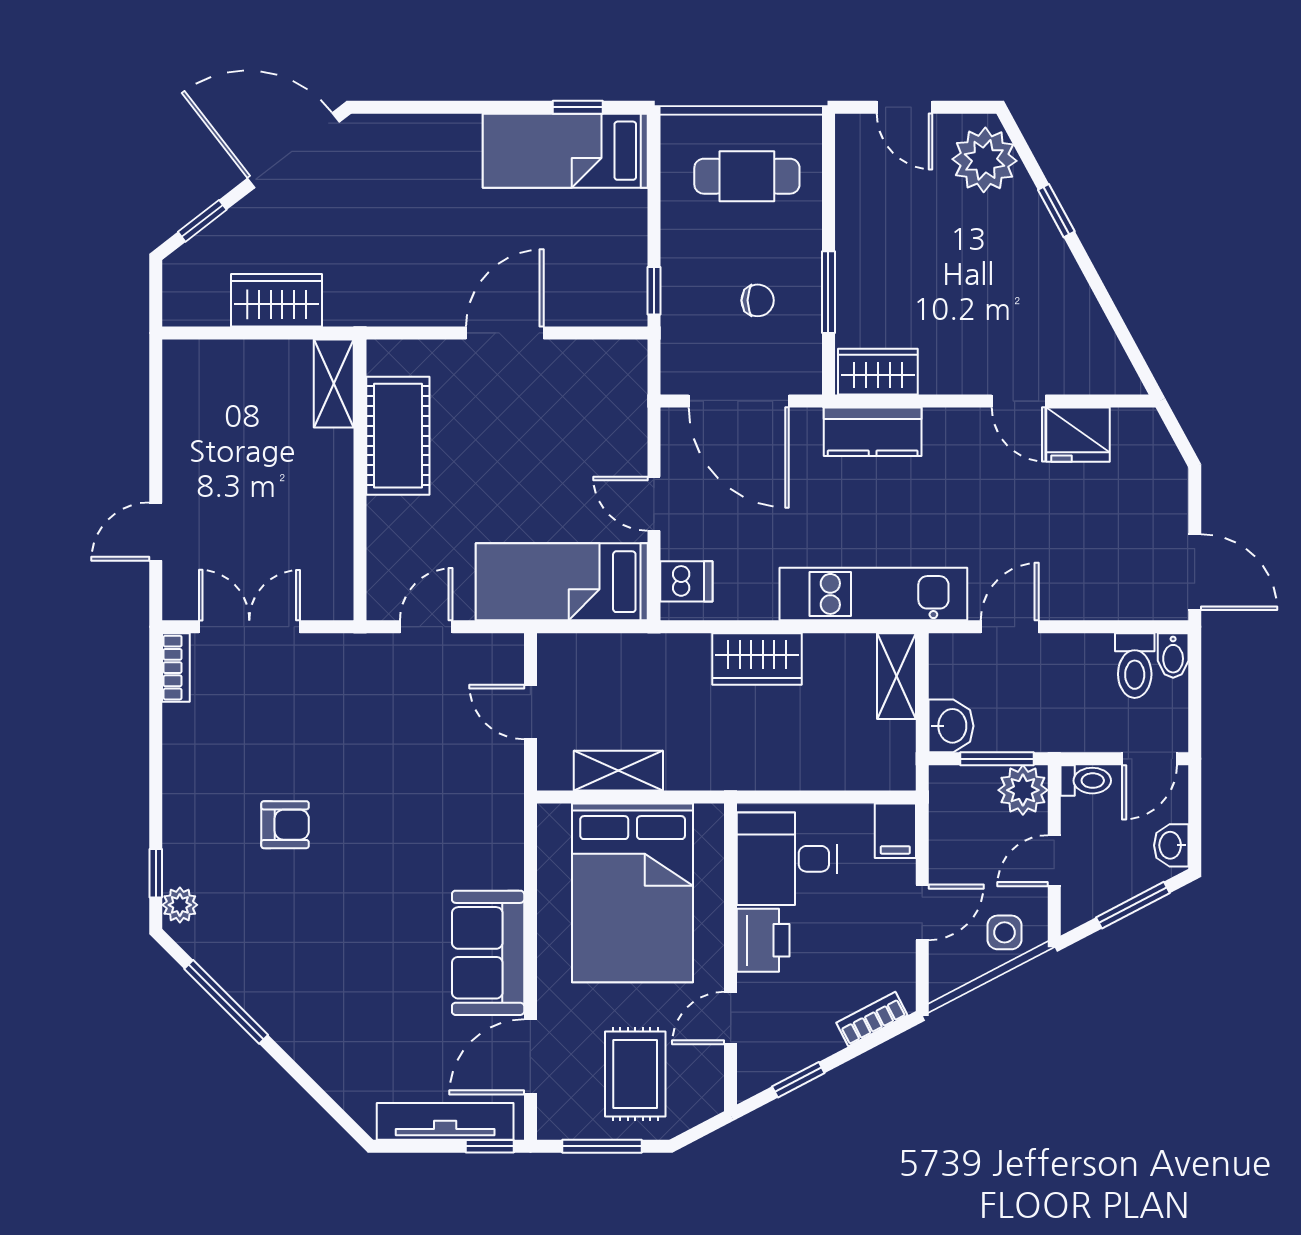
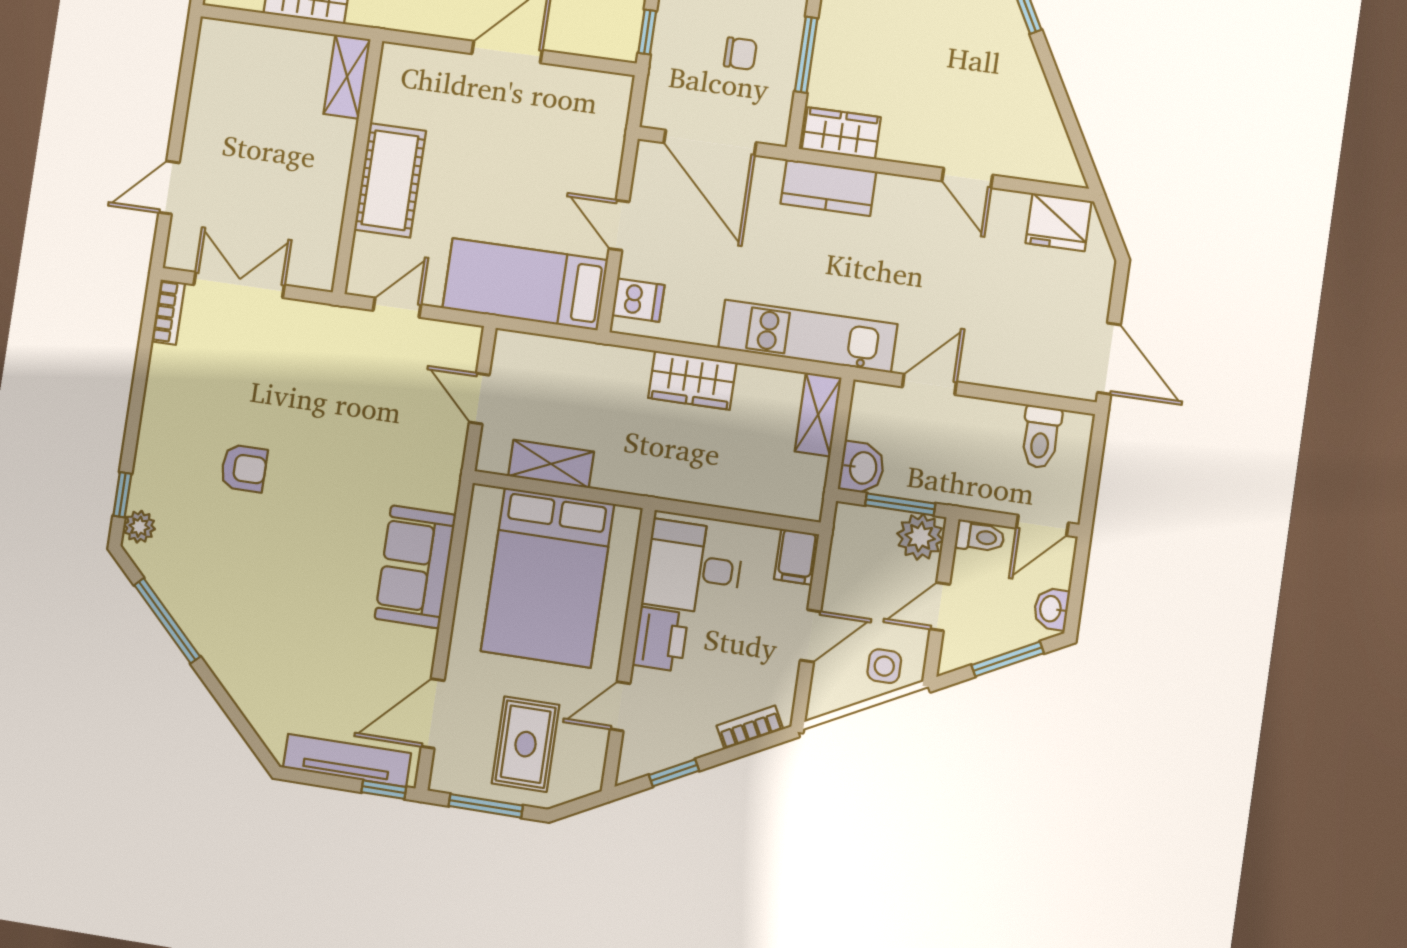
fridge: (1078, 435) -> (1058, 222), moved
cot: (398, 436) -> (390, 180), moved
bidet: (1173, 656) -> (1078, 433), removed
sofa: (488, 953) -> (415, 567), moved

